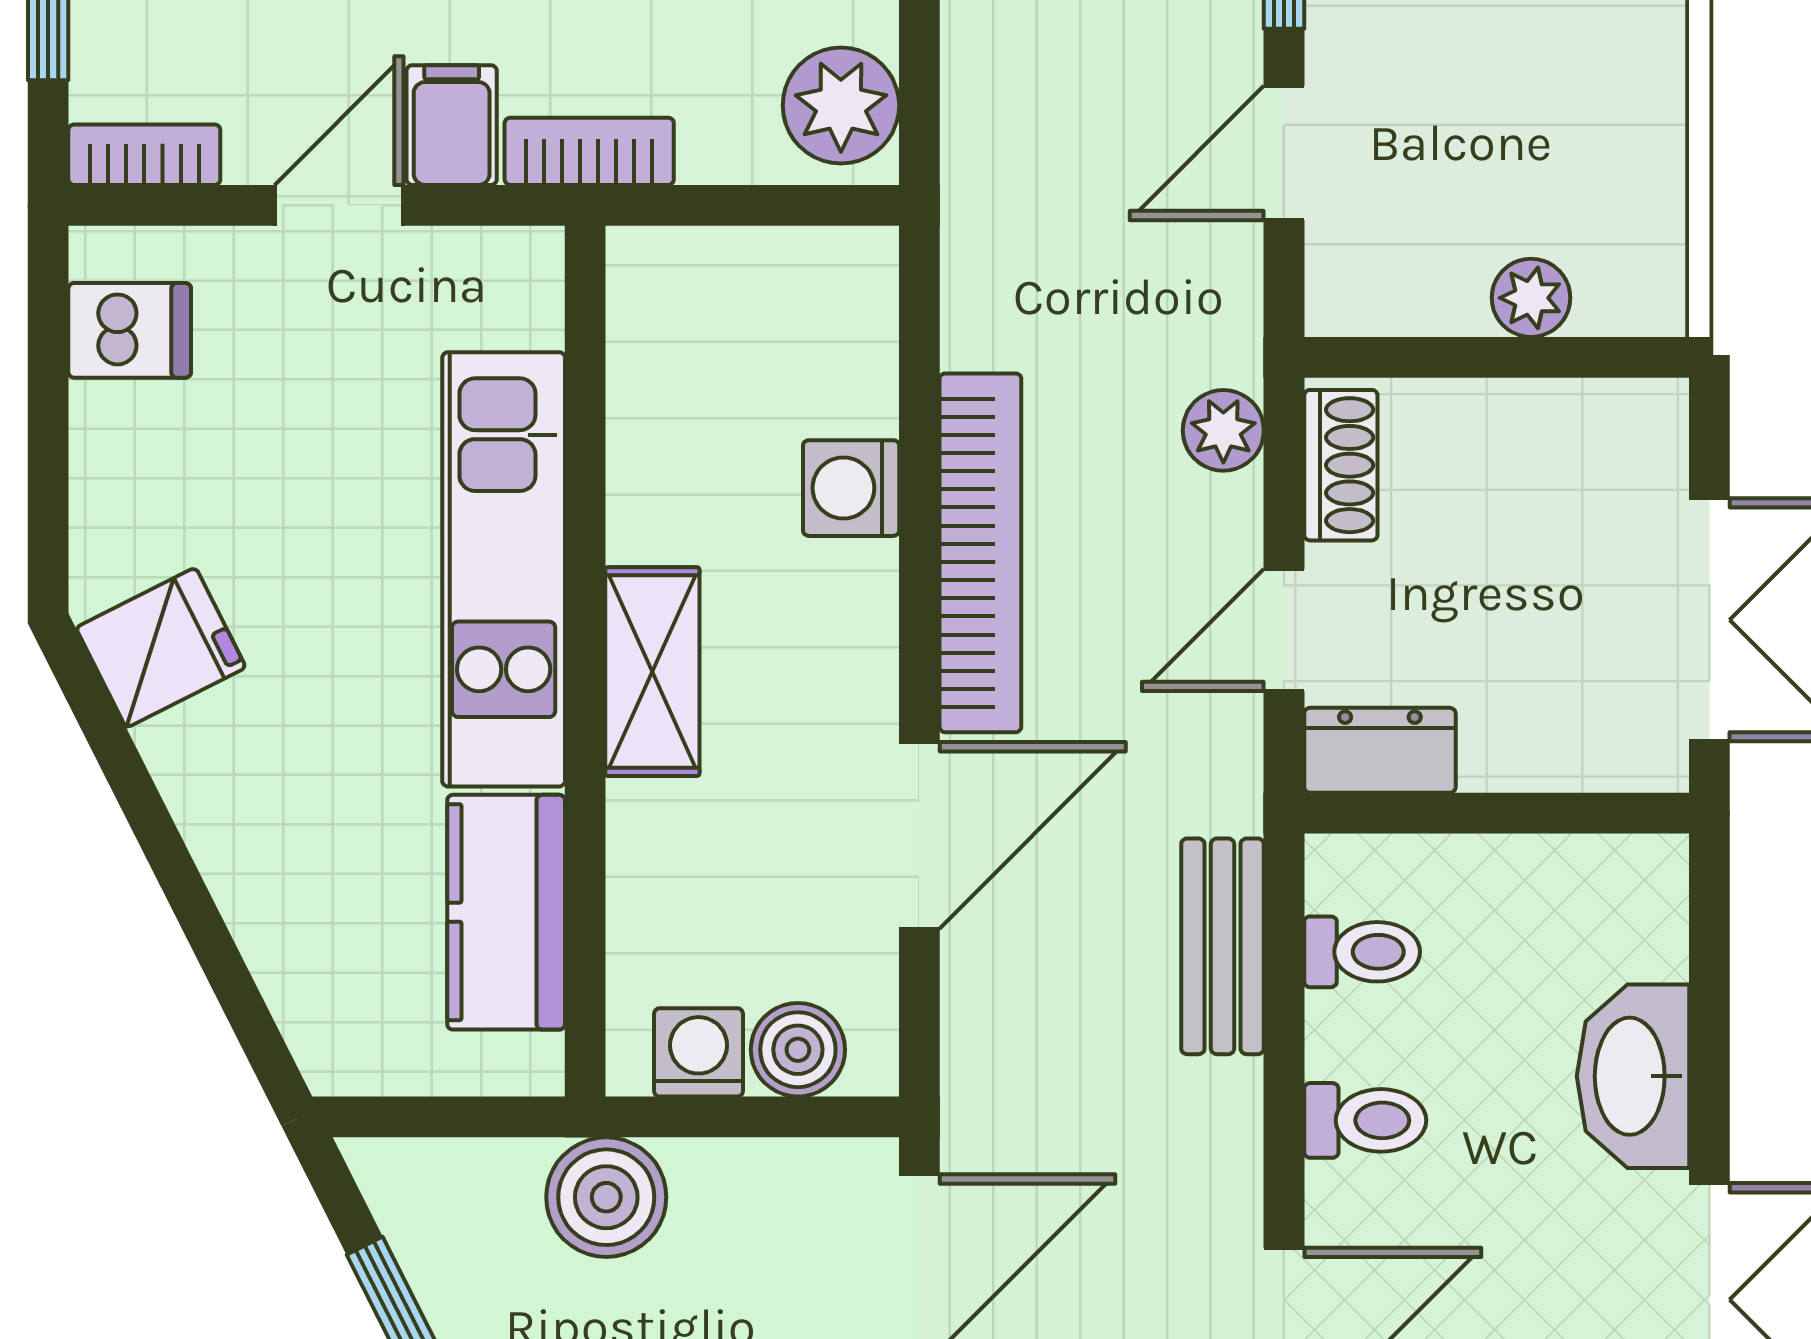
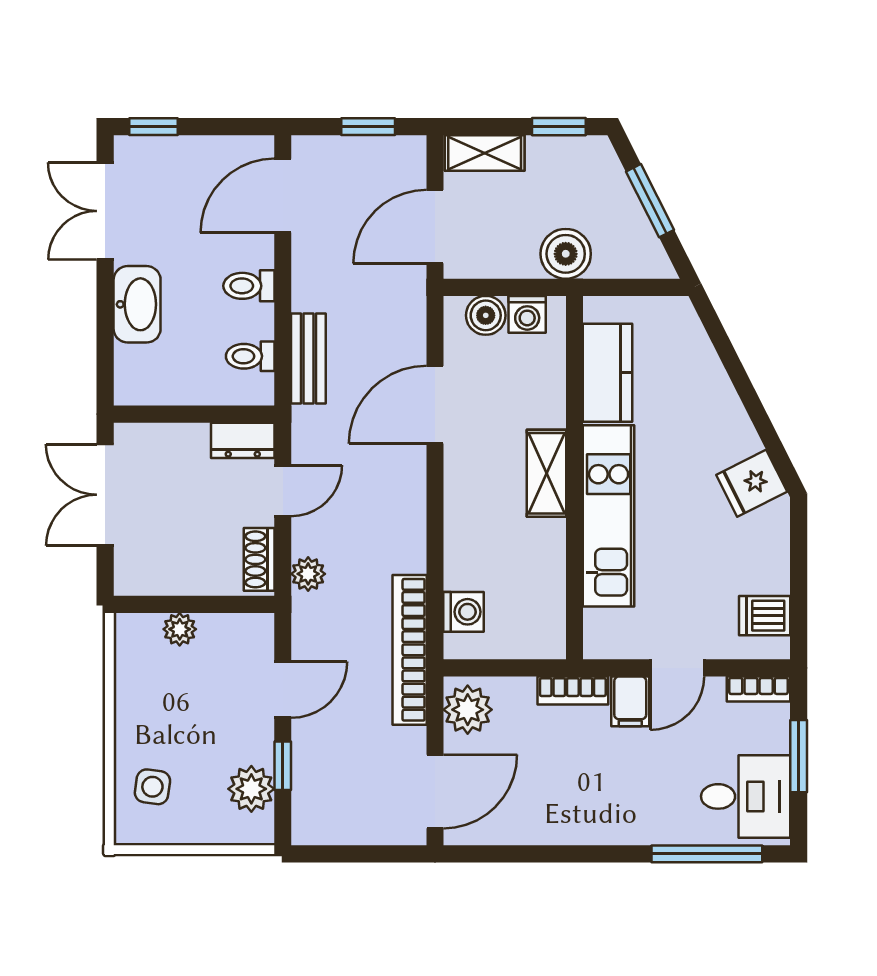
washing machine: (851, 488) -> (463, 612), moved
bookcase: (980, 553) -> (410, 650), moved

